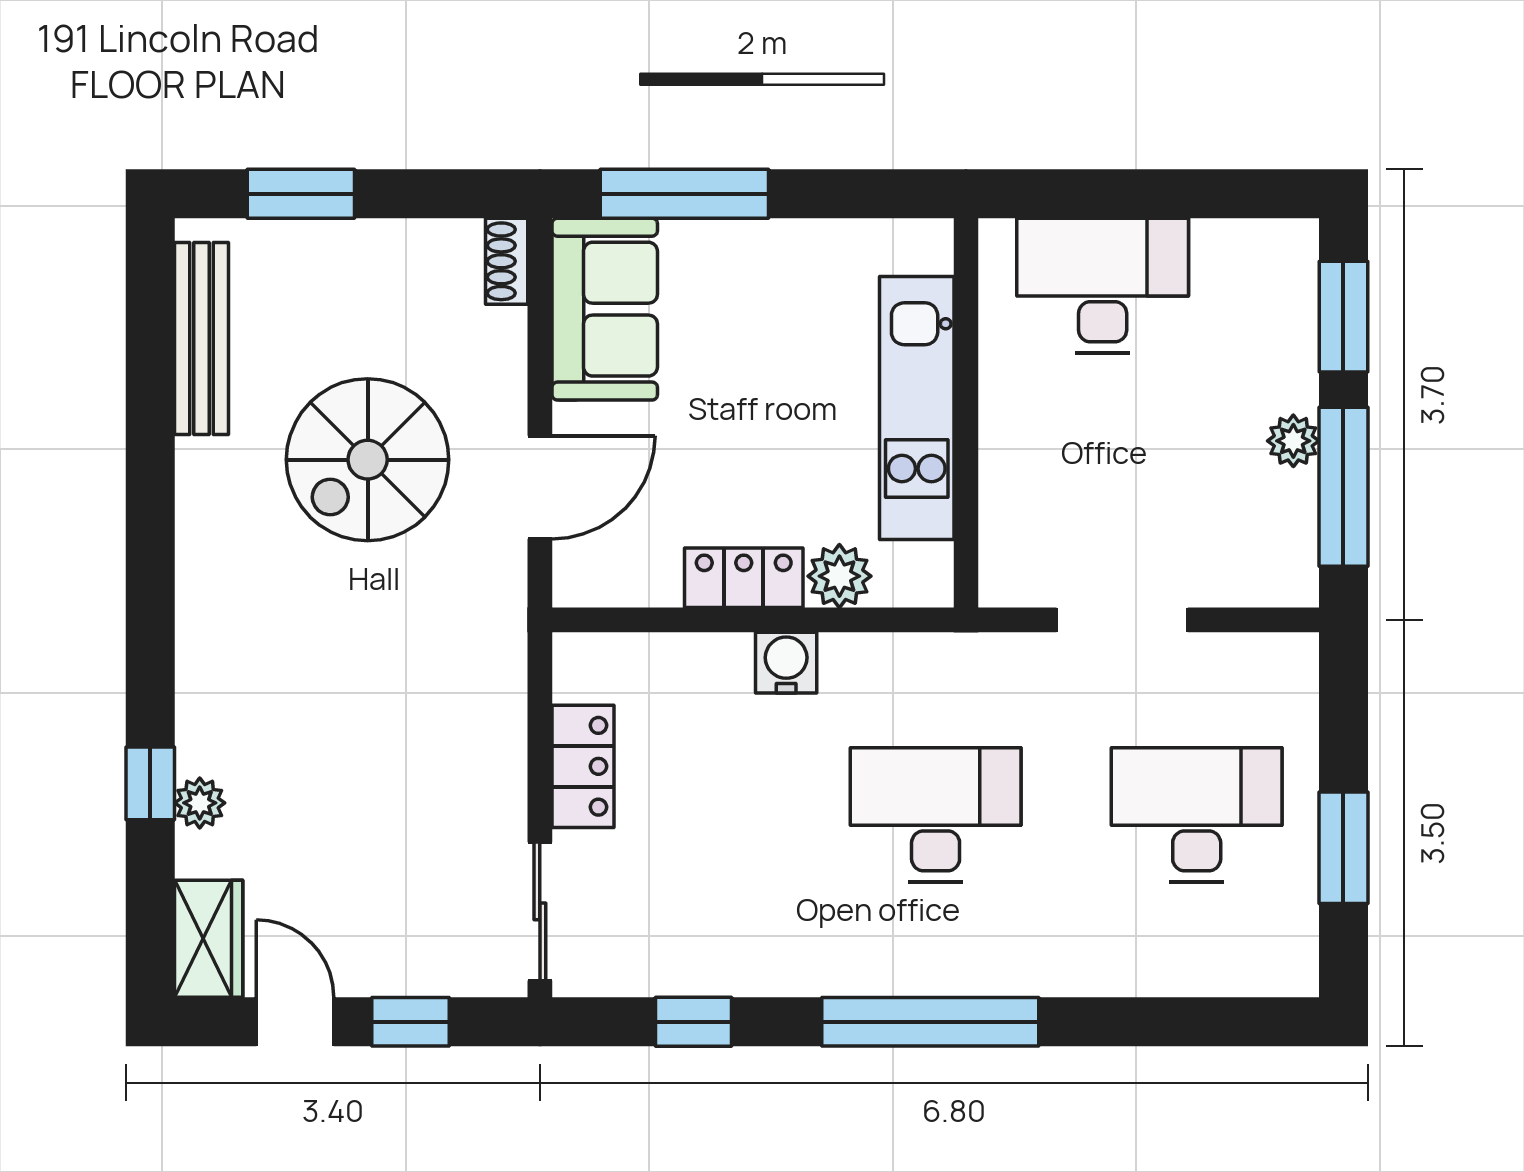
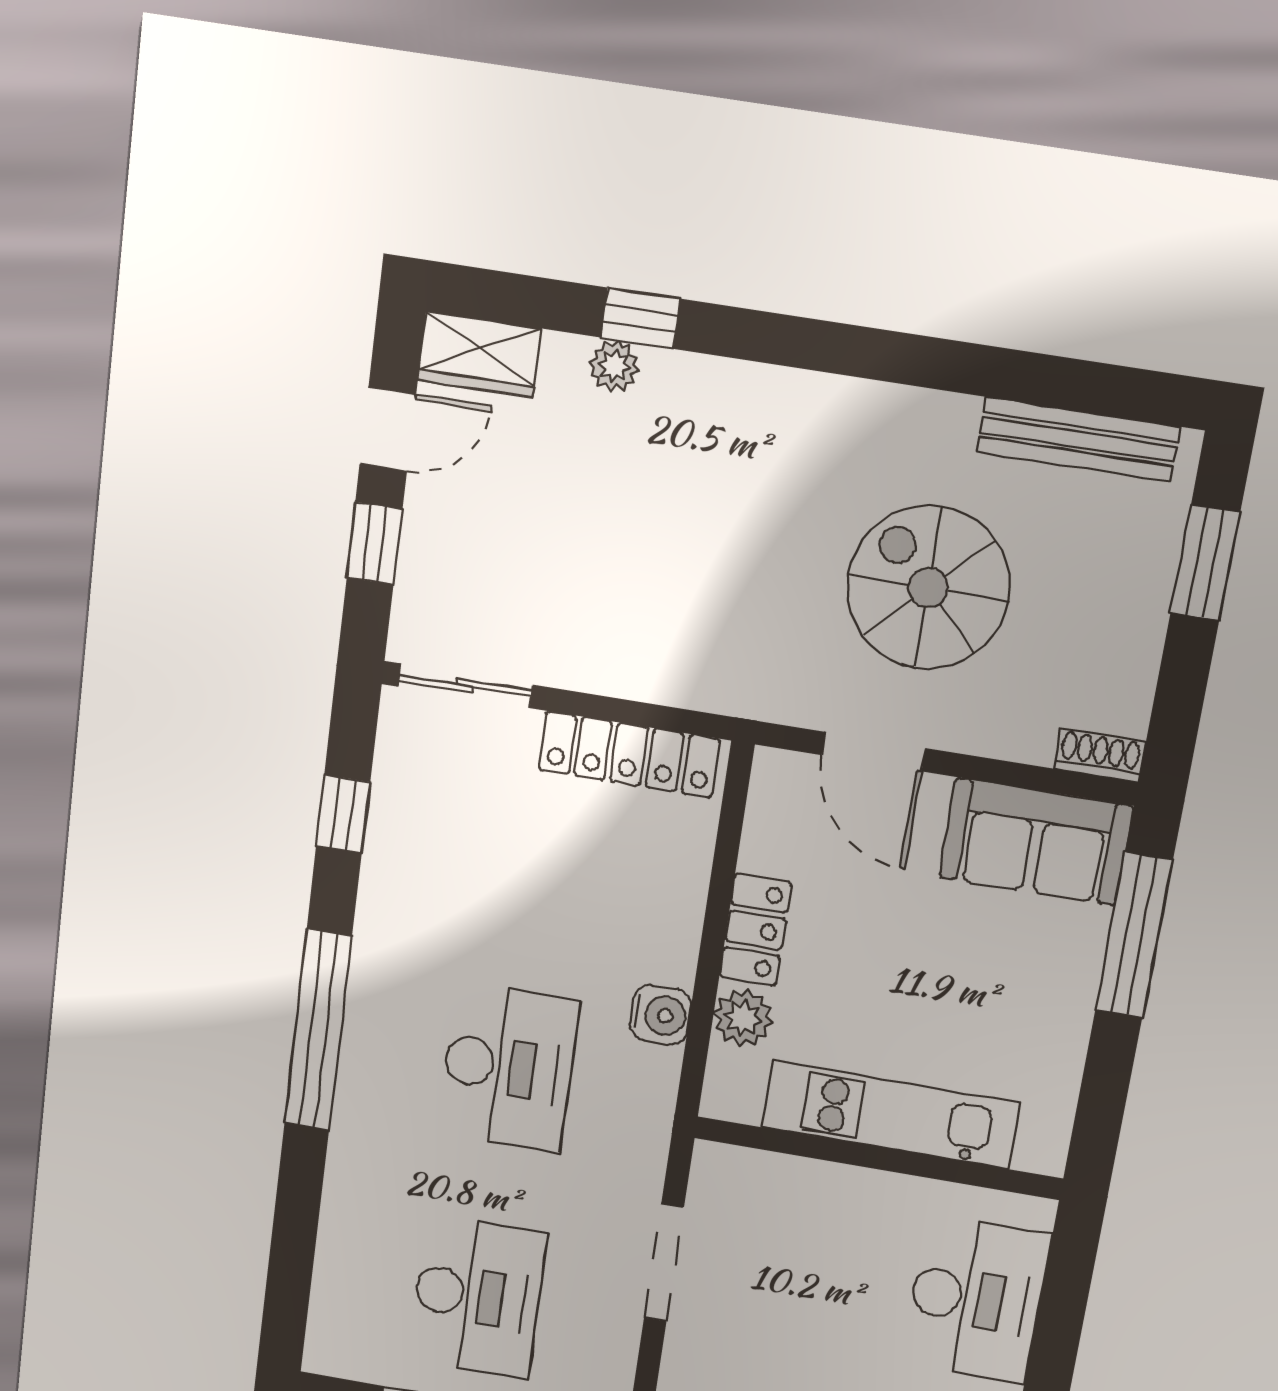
water cooler: (786, 663) -> (661, 1015), moved
locker: (583, 766) -> (629, 754), width x1.53

